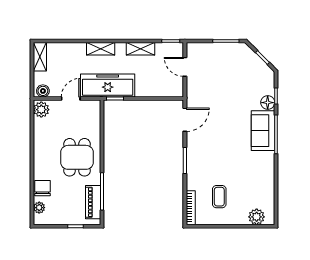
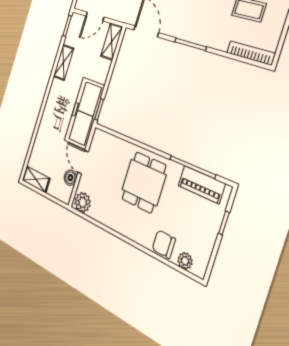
shelving: (101, 49) -> (112, 42), moved
boiler: (43, 91) -> (70, 178), moved
dining table: (77, 157) -> (144, 182), turned 90

